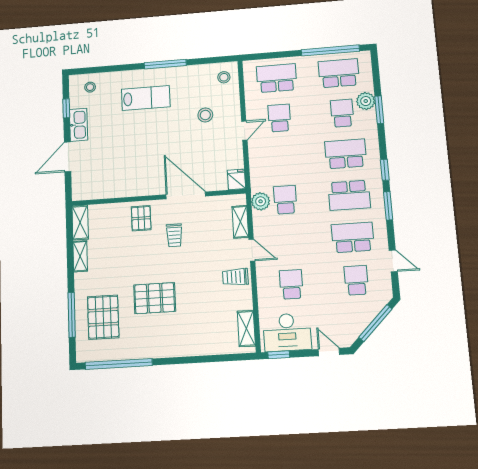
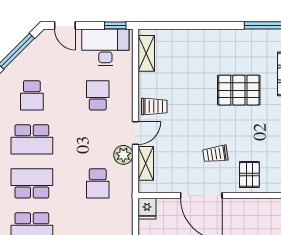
plant: (261, 201) -> (123, 155), moved
trolley: (174, 235) -> (215, 154), turned -98
door: (252, 250) -> (136, 133), swing flipped
school desk: (291, 284) -> (98, 95), turned 180

